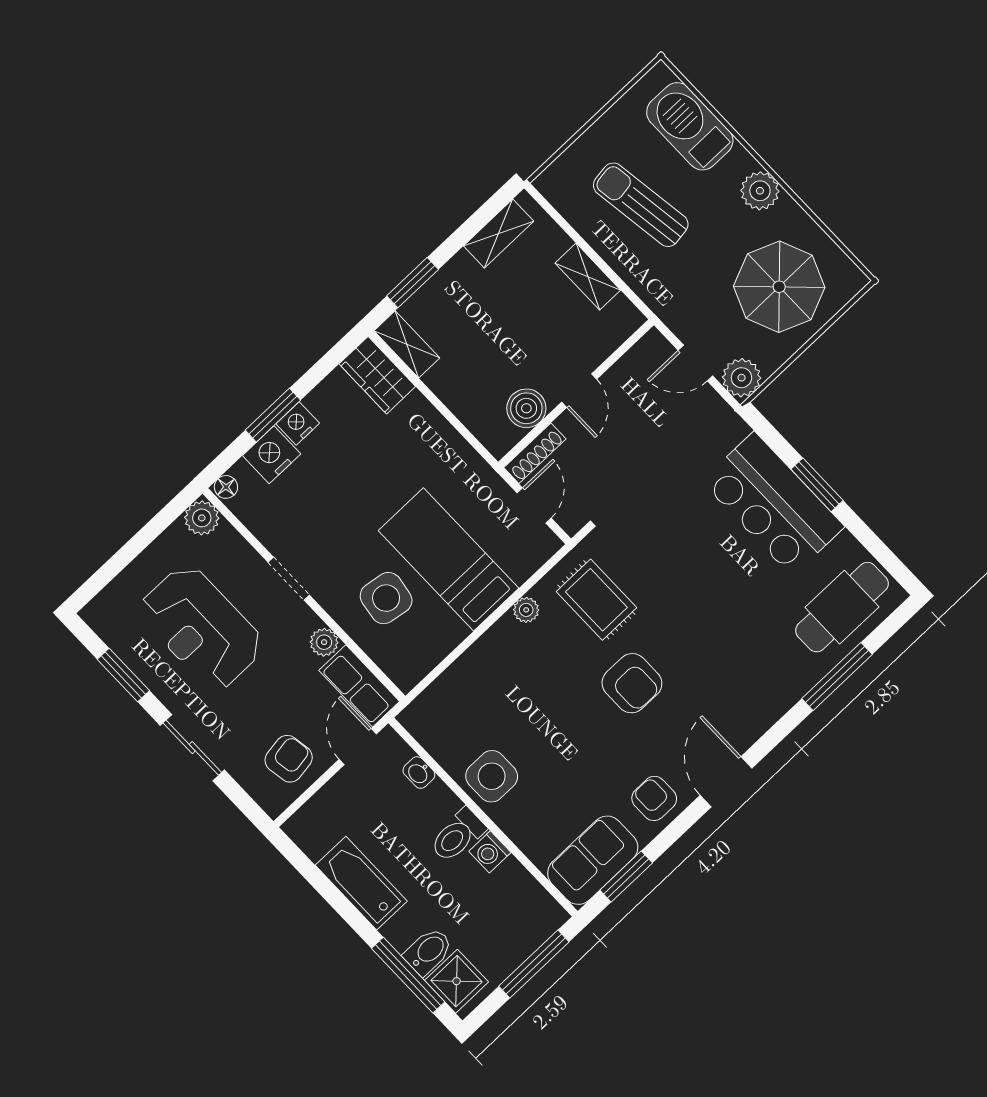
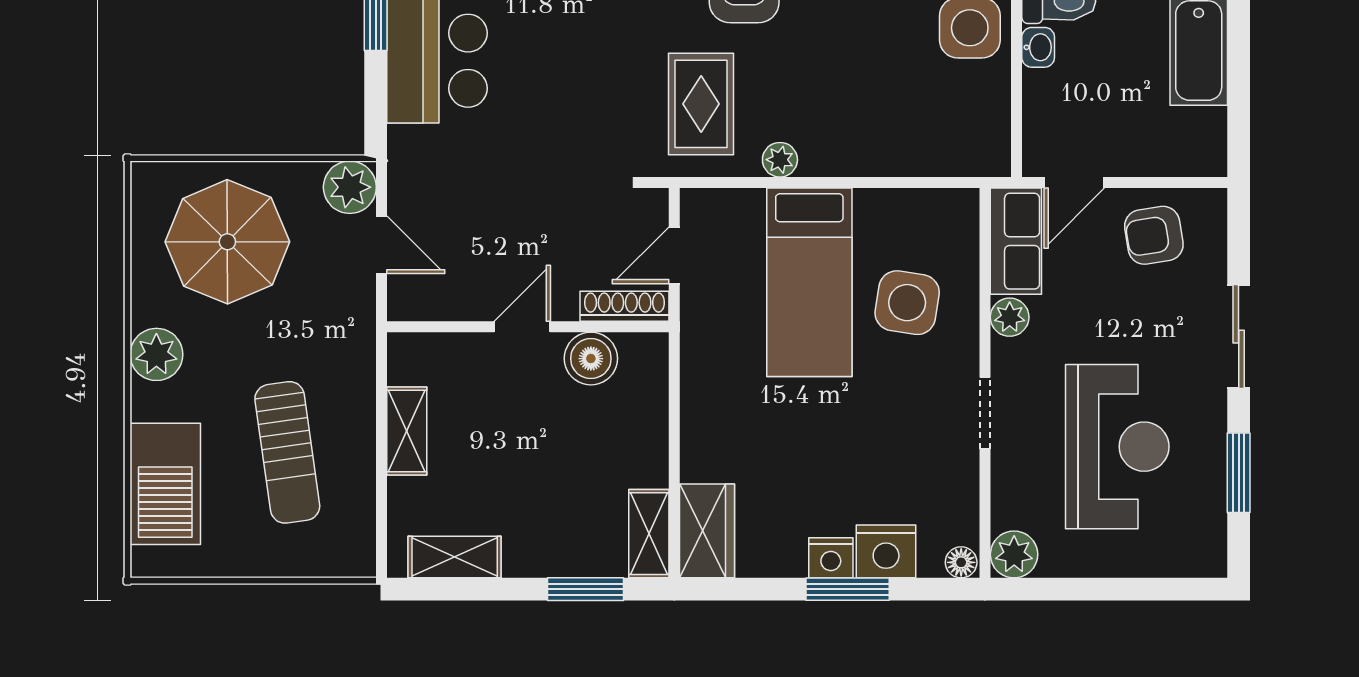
washbasin: (419, 773) -> (1038, 47), moved

